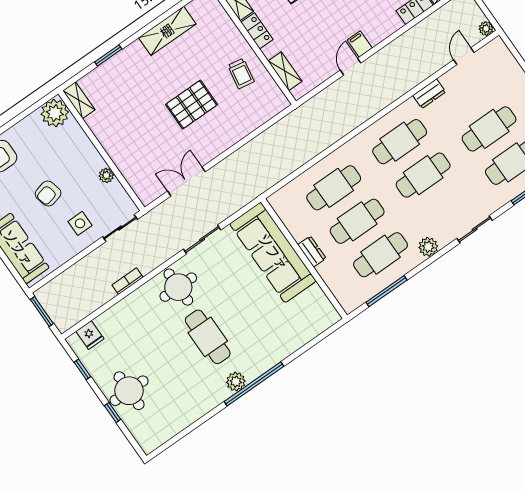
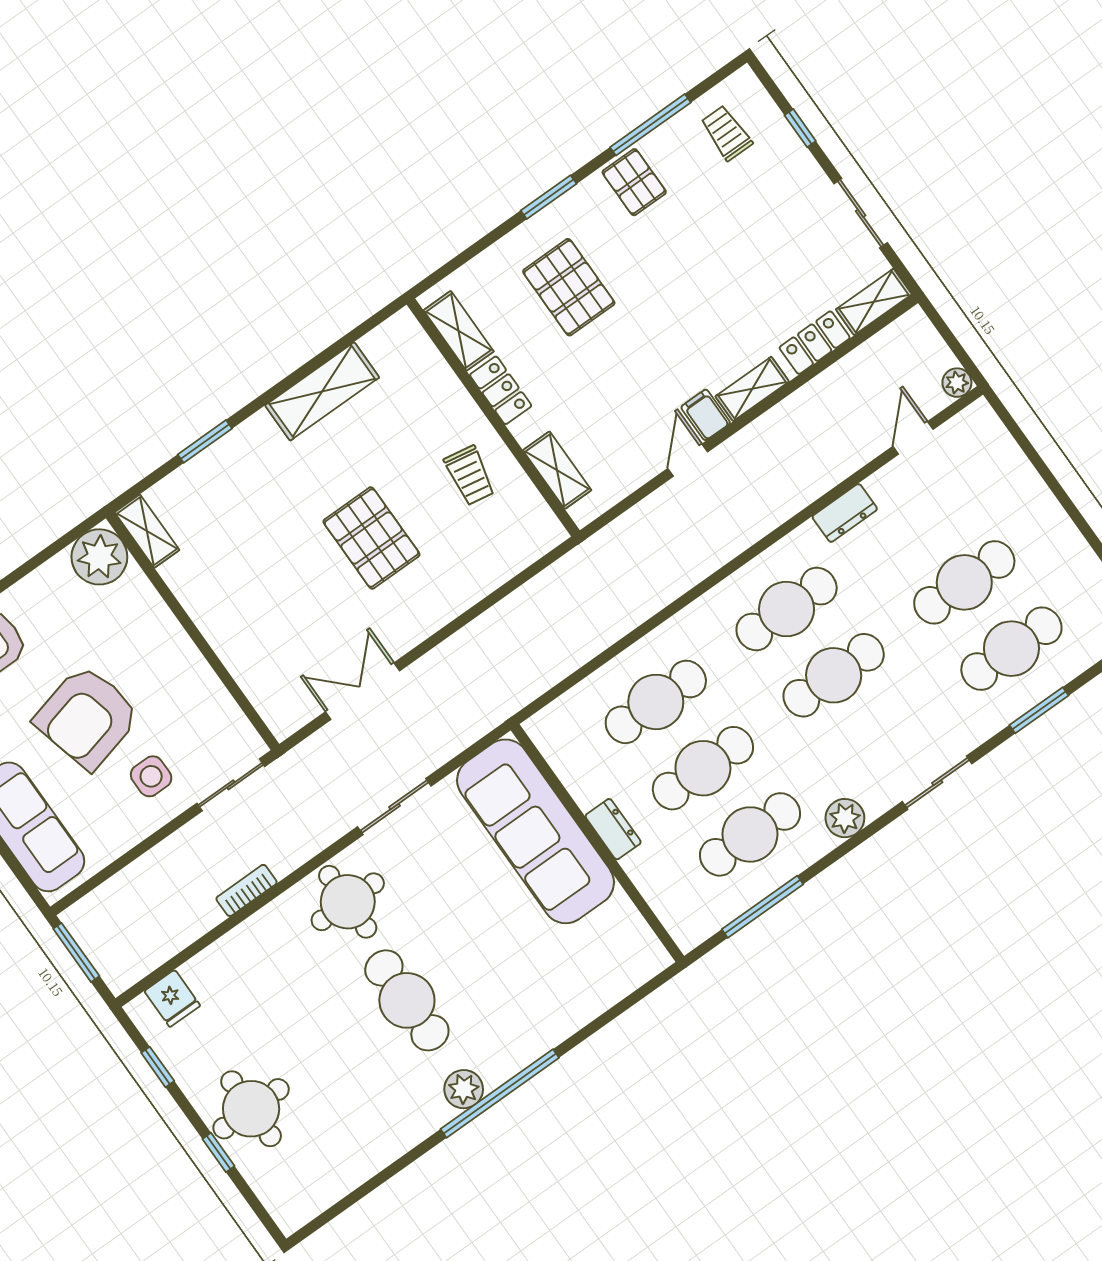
shelving: (383, 31) -> (752, 389), added
pallet: (192, 105) -> (371, 538), turned 90
plant: (106, 175) -> (203, 680), removed
armchair: (48, 193) -> (87, 717), width x1.88, depth x1.88

